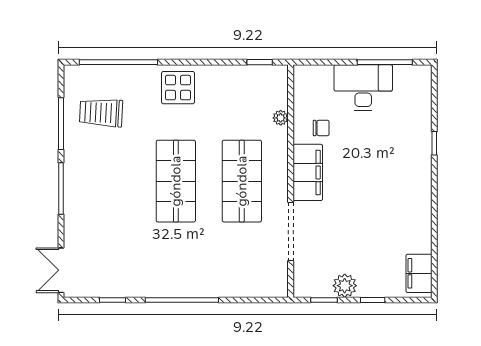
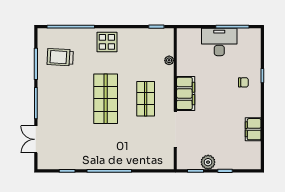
chair: (321, 128) -> (243, 82), moved
shop shelf: (242, 181) -> (146, 99), width x0.70, depth x0.74
double door: (61, 270) -> (36, 139), moved
filing cabinet: (419, 273) -> (253, 129), moved

